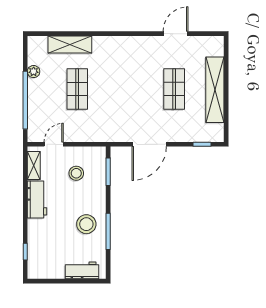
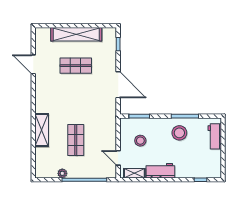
shelving: (70, 45) -> (42, 130), moved
shop shelf: (77, 89) -> (76, 140), turned 90

